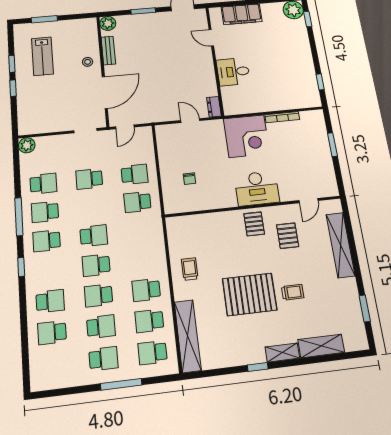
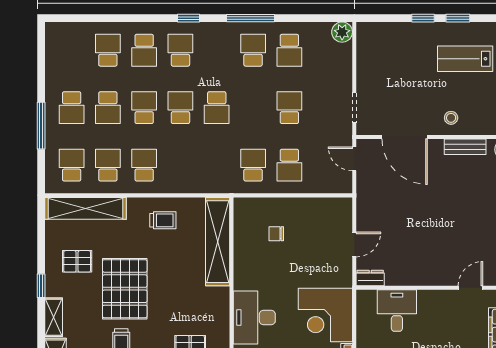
desk: (233, 72) -> (397, 311), moved
shelving: (201, 223) -> (218, 242), added
pallet: (254, 224) -> (77, 261), moved
school desk: (47, 241) -> (180, 50), moved

